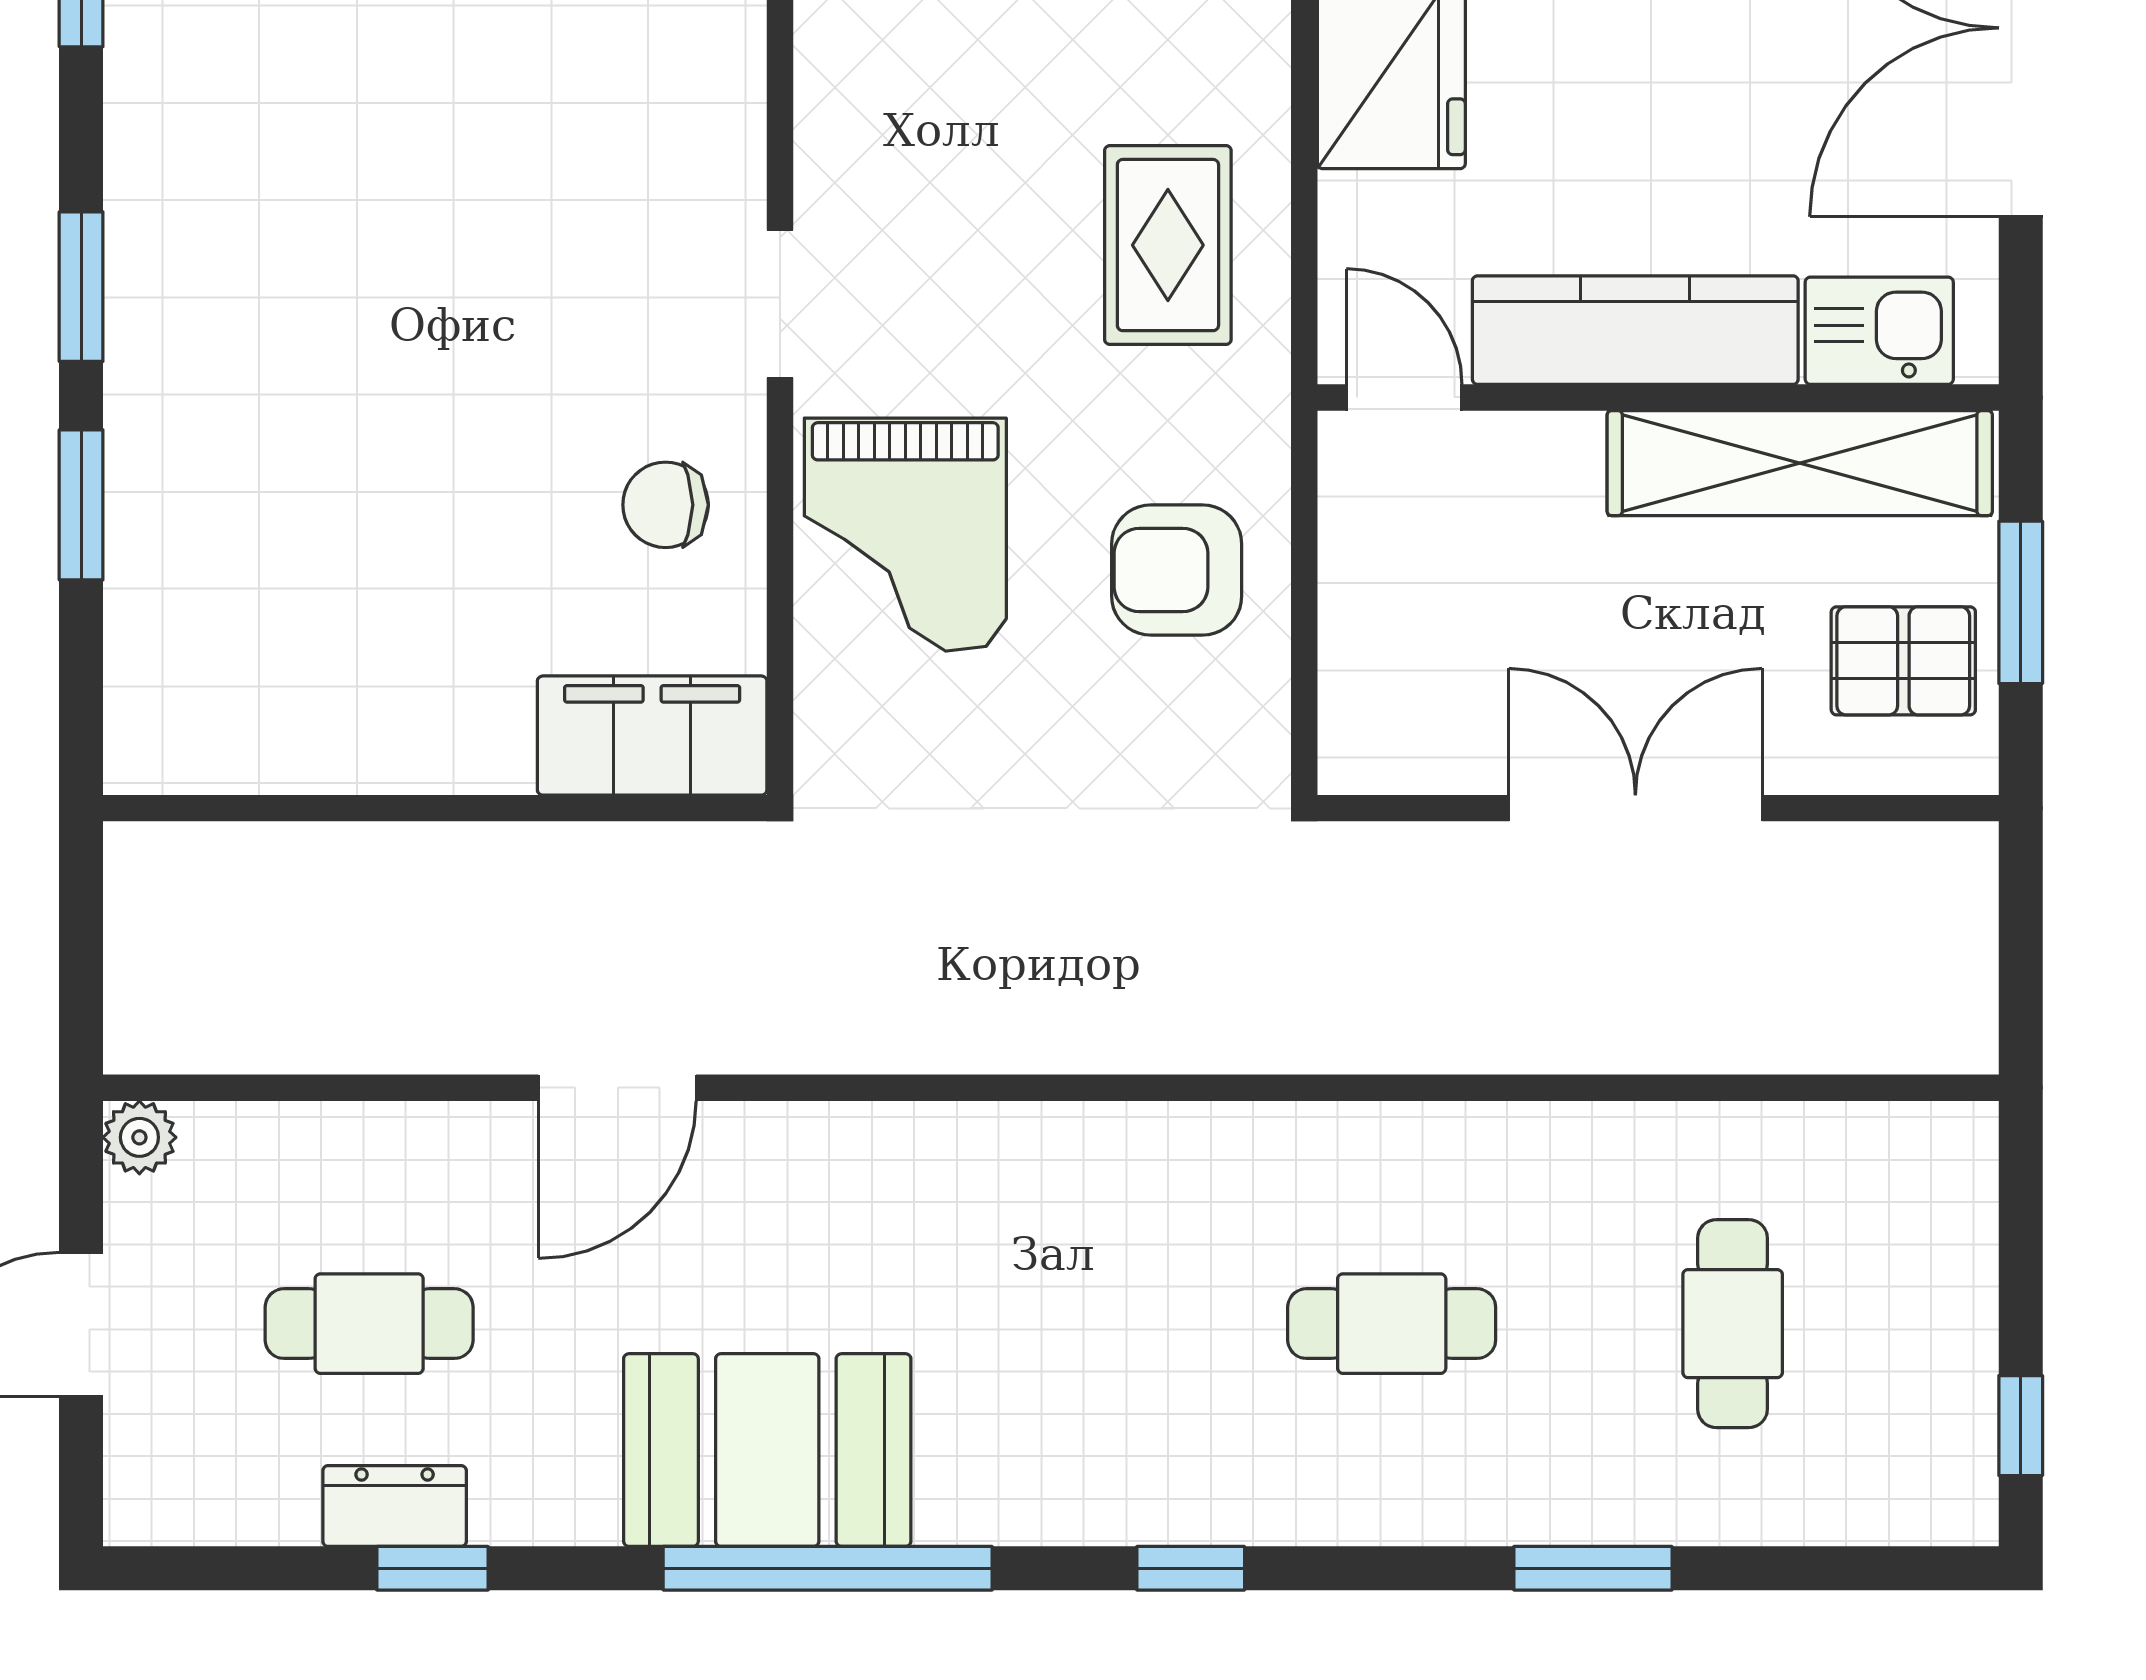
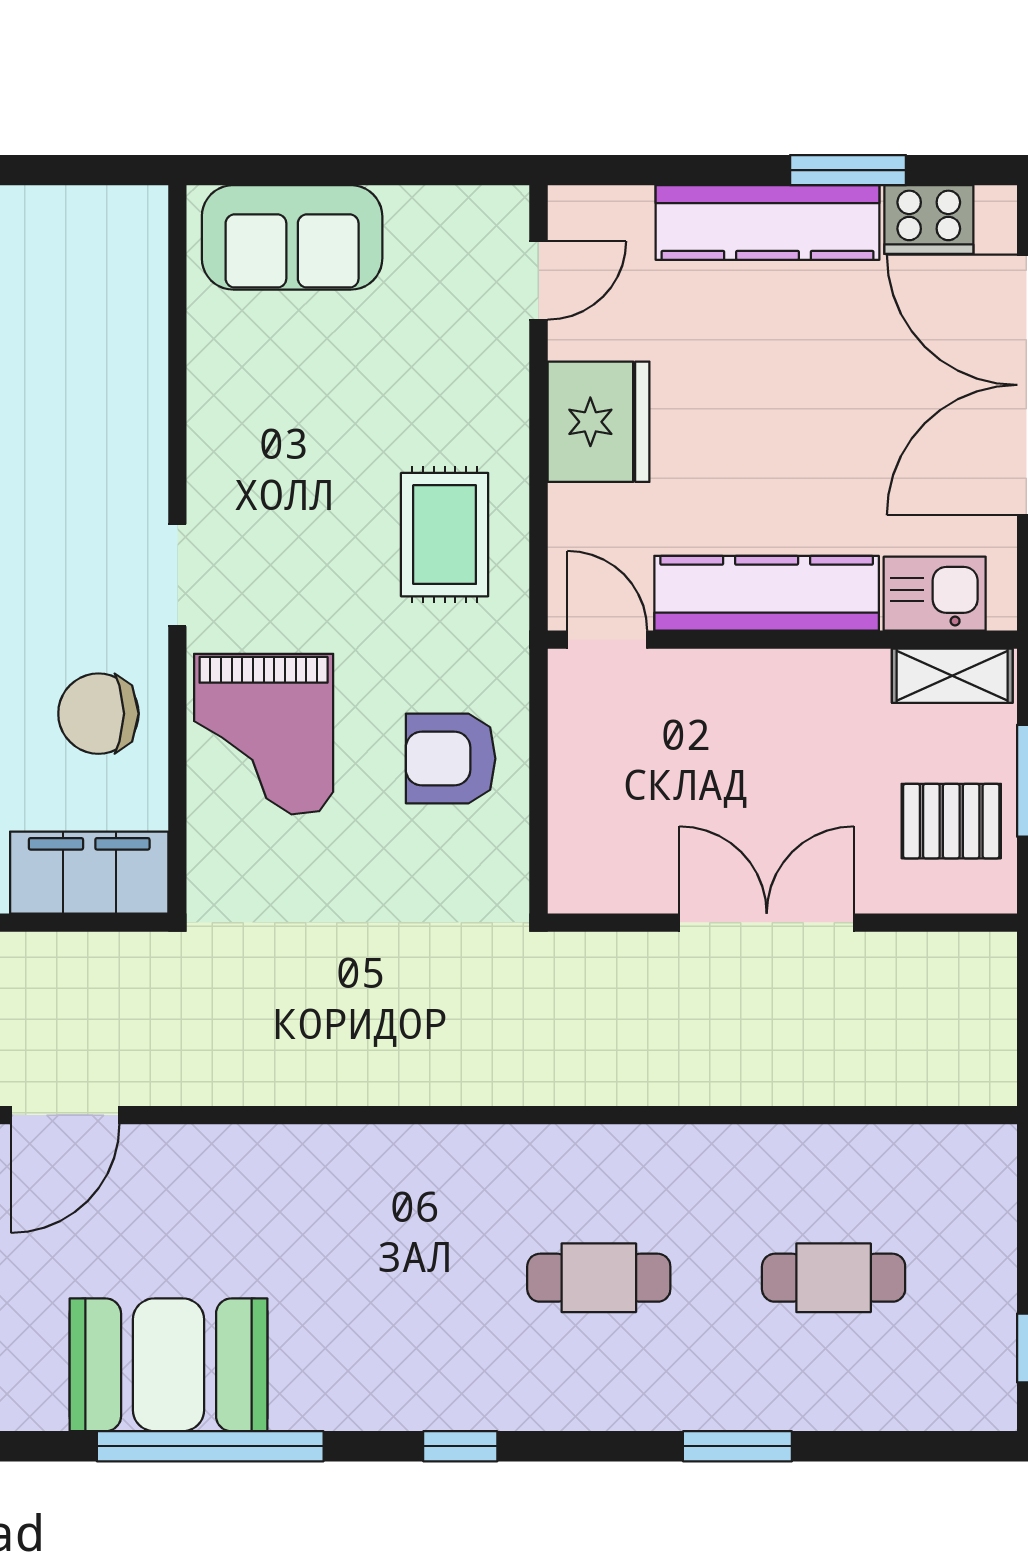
shelving: (1800, 463) -> (952, 676), width x0.45, depth x0.75
chair: (666, 505) -> (98, 714), width x1.37, depth x1.37
cafe table: (1733, 1324) -> (834, 1278), turned 90

